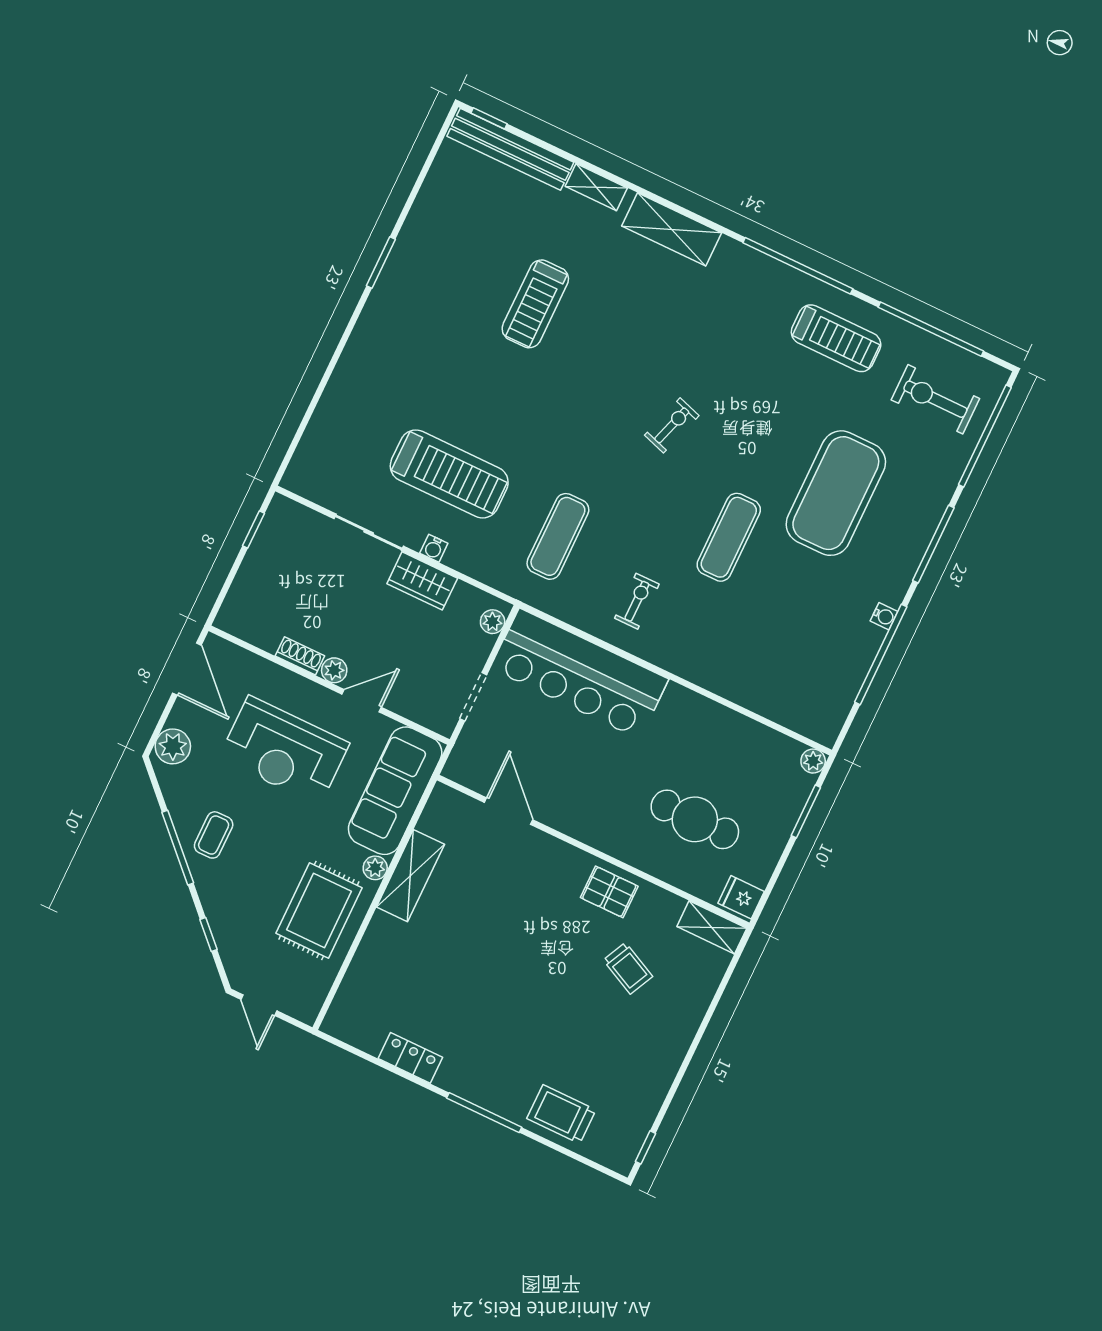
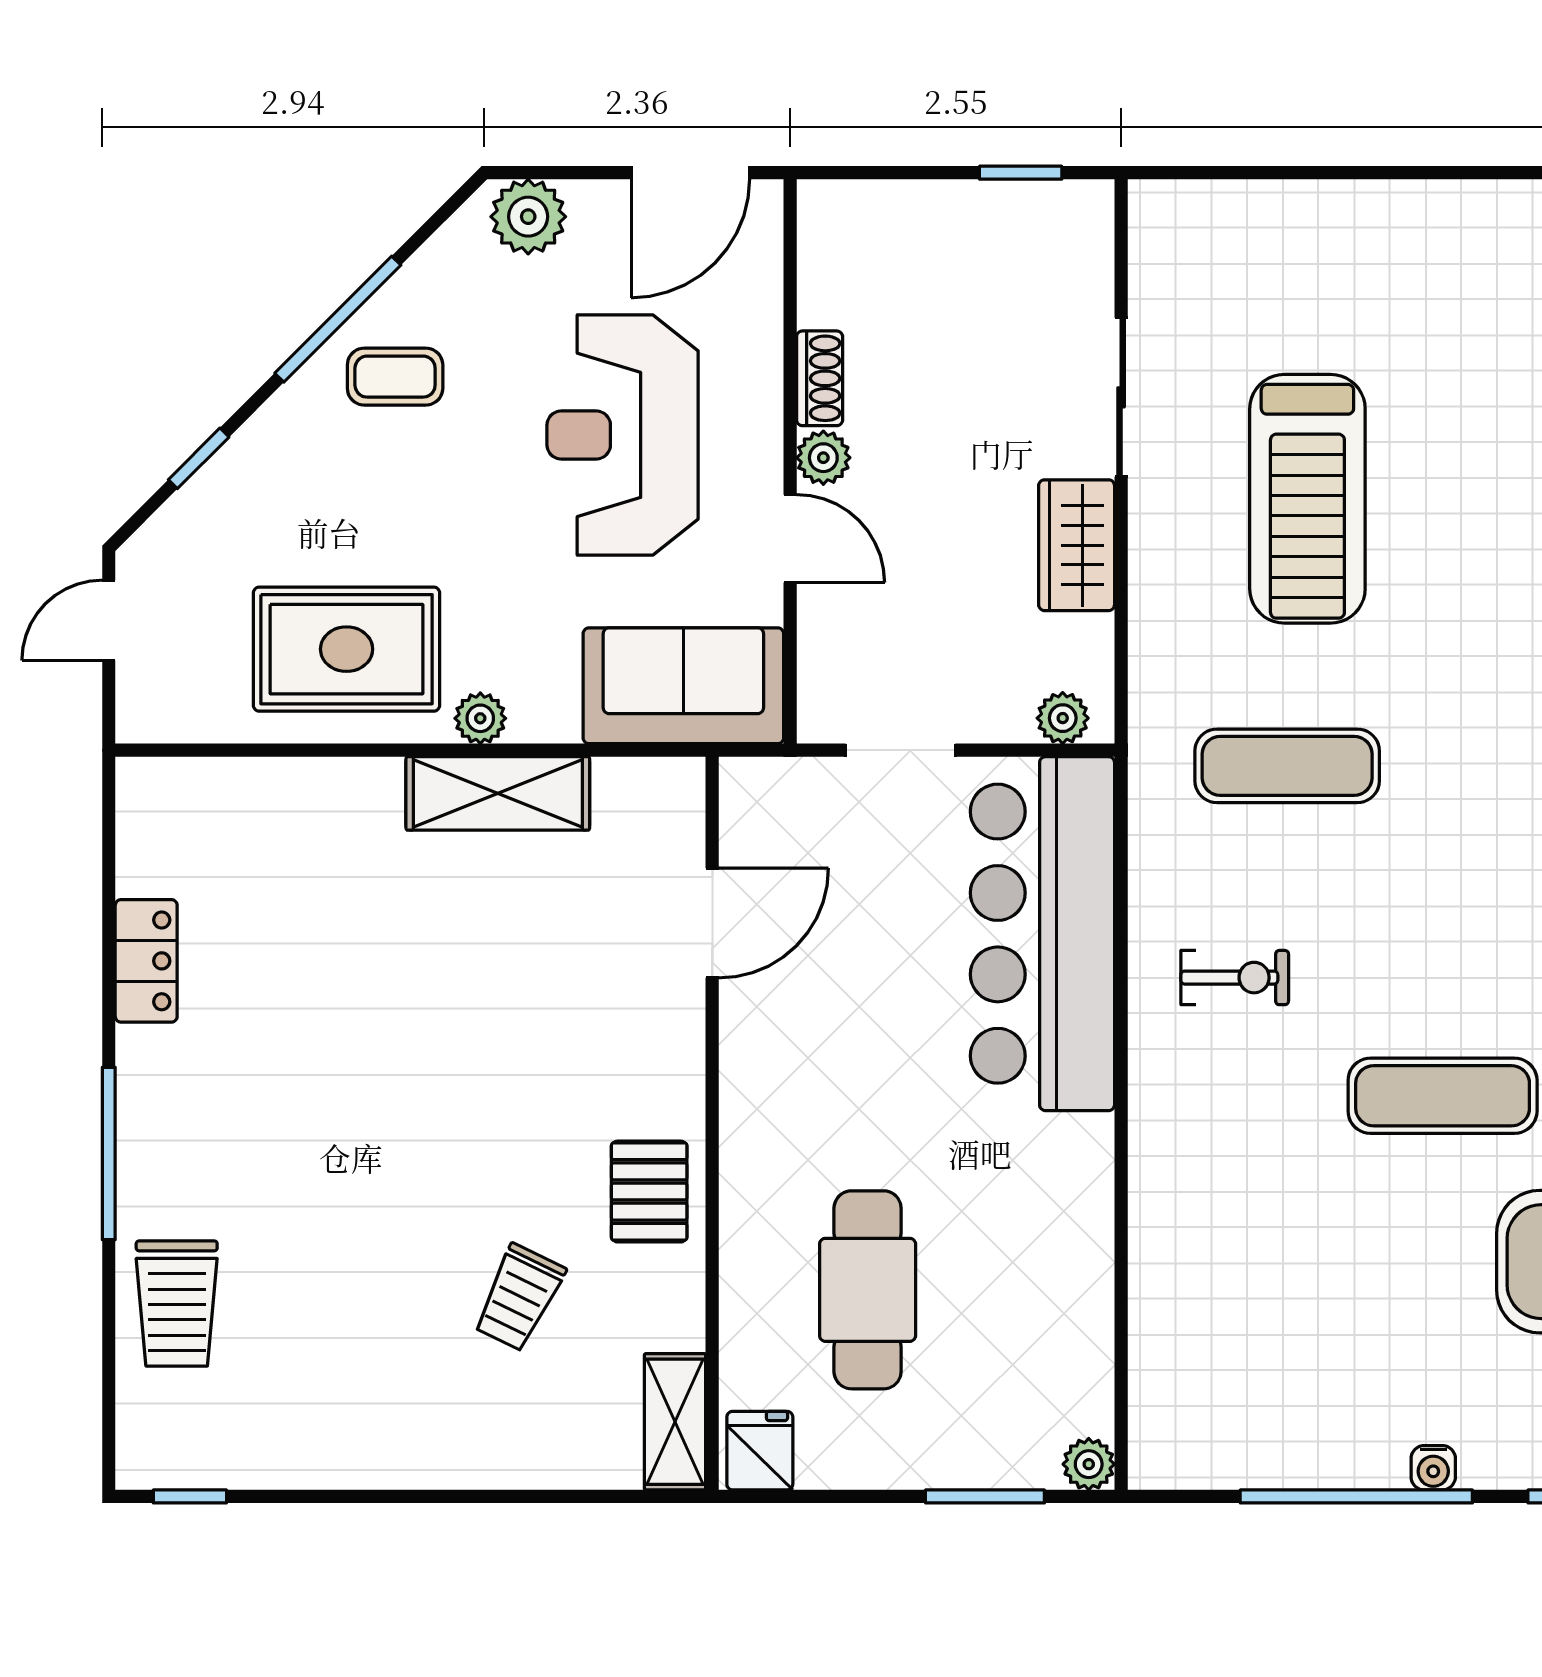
water cooler: (434, 548) -> (1150, 537), removed
sofa: (395, 791) -> (683, 686), width x0.73
trolley: (561, 1114) -> (177, 1303), turned 180

